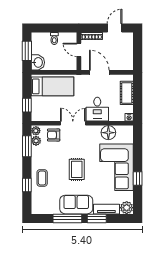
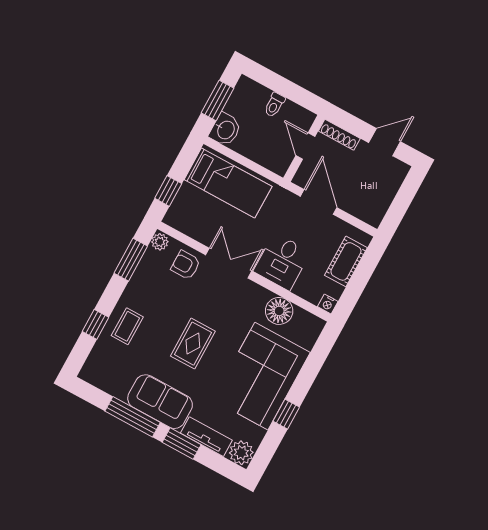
plant: (36, 141) -> (151, 259), removed

